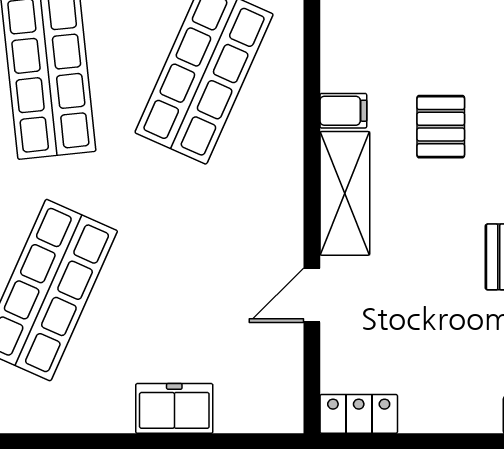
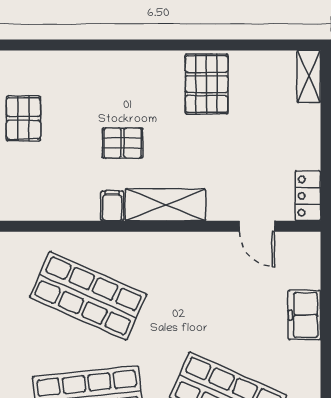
door: (312, 295) -> (257, 226), moved

